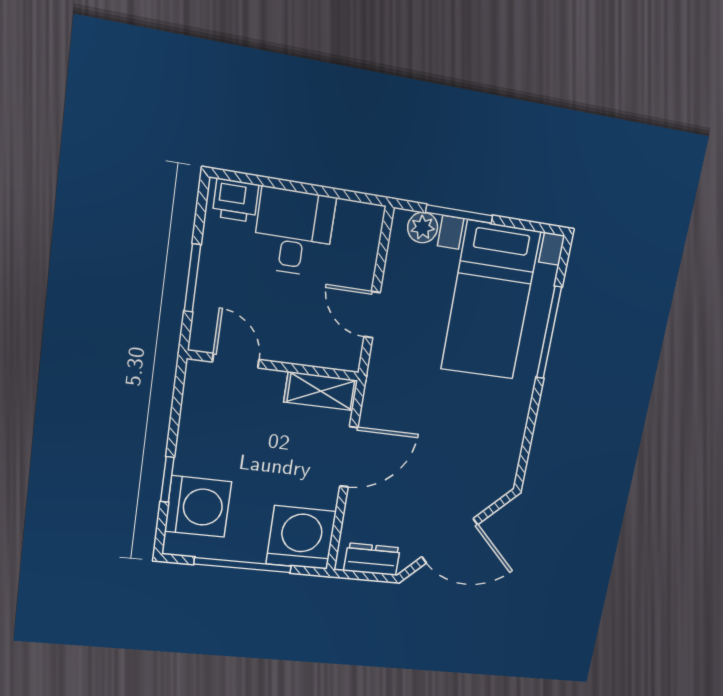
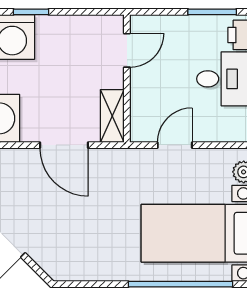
window: (192, 278) -> (212, 12), moved
window: (549, 332) -> (180, 284), width x1.46

